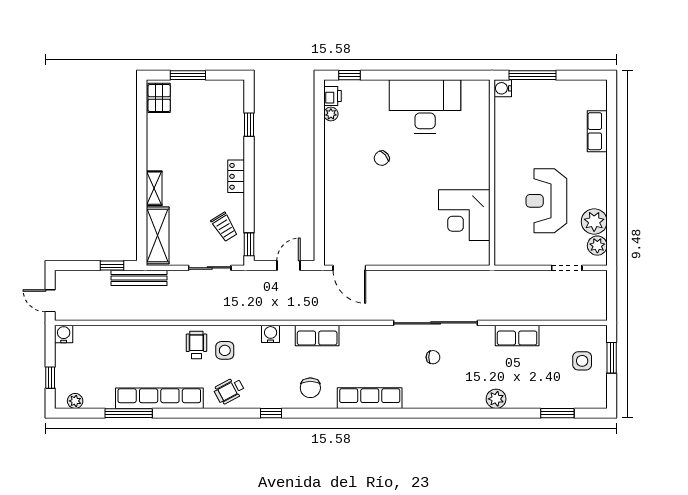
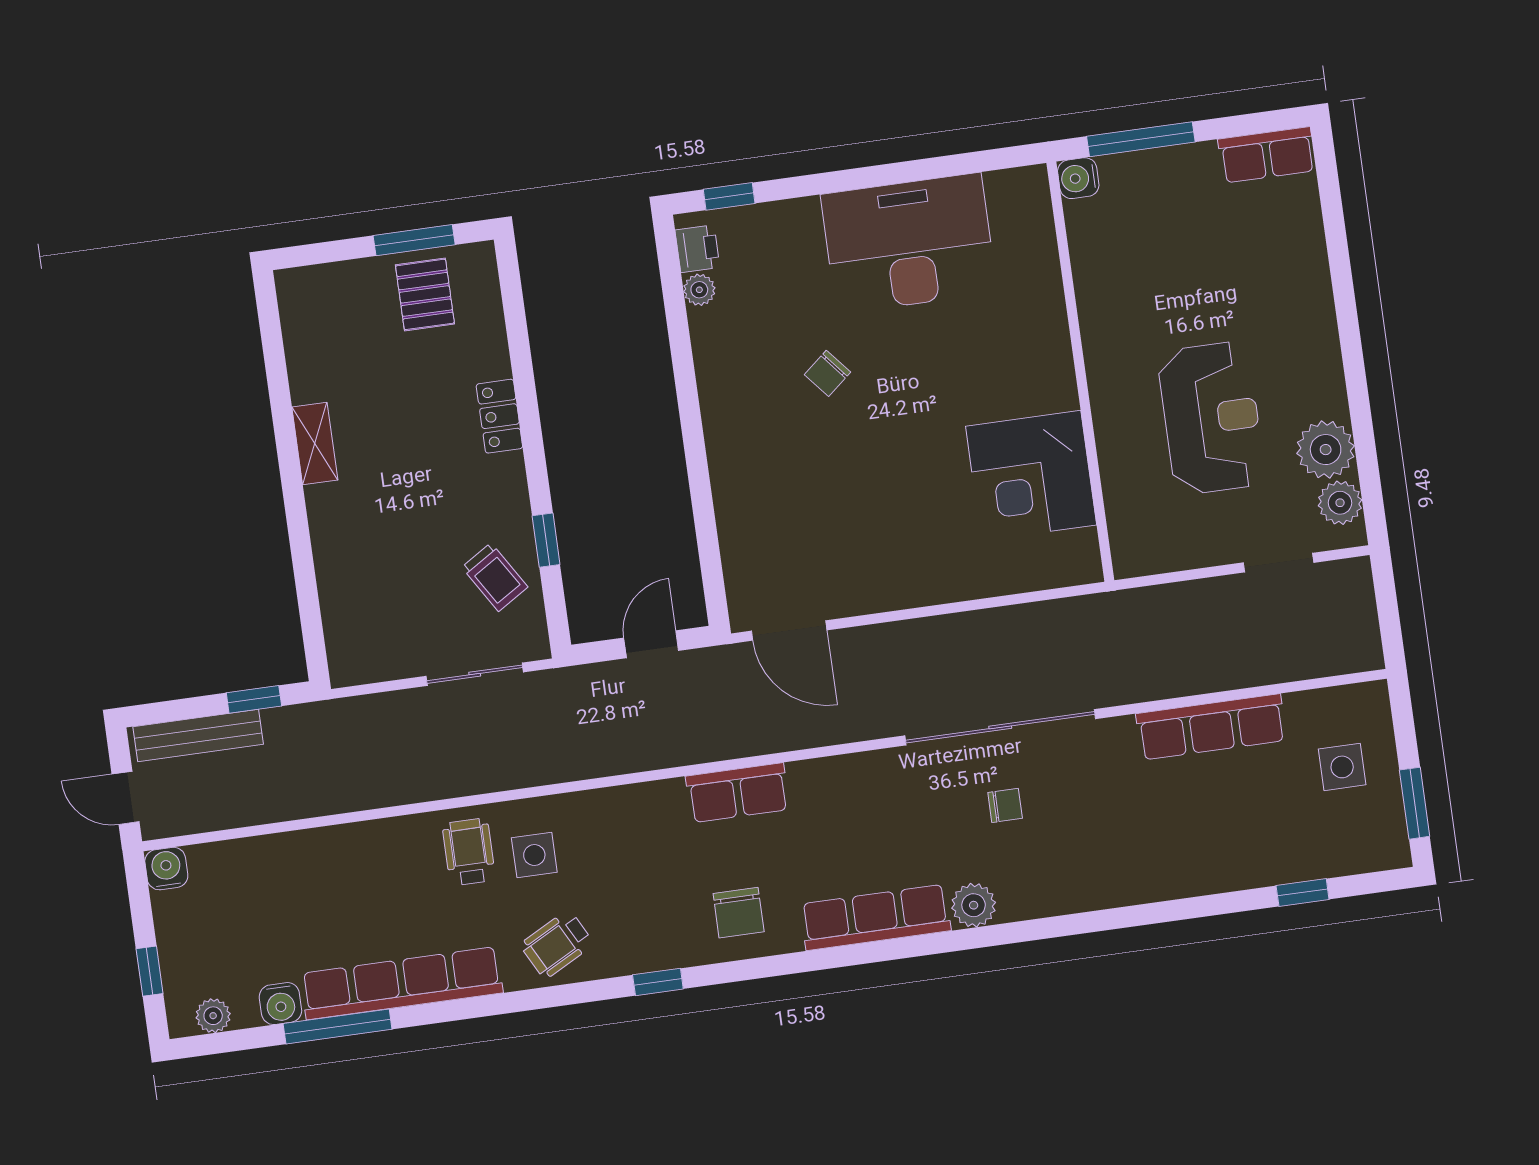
window: (188, 75) -> (414, 240), moved
pallet: (159, 98) -> (425, 294), moved
window: (249, 125) -> (518, 339), removed
row of seats: (597, 131) -> (1267, 155), moved, turned -90
locker: (236, 176) -> (499, 416), moved
shelving: (154, 188) -> (315, 444), moved
reception desk: (546, 201) -> (1211, 418), turned 180
shelving: (158, 235) -> (347, 617), removed
window: (249, 244) -> (546, 540), moved
bench: (139, 278) -> (198, 735), moved
water cooler: (271, 334) -> (280, 1004), moved, turned 180
row of seats: (517, 335) -> (1211, 727), width x1.48
window: (612, 358) -> (1415, 803), moved
plant: (496, 399) -> (974, 905), moved
window: (557, 413) -> (1303, 893), width x0.67

